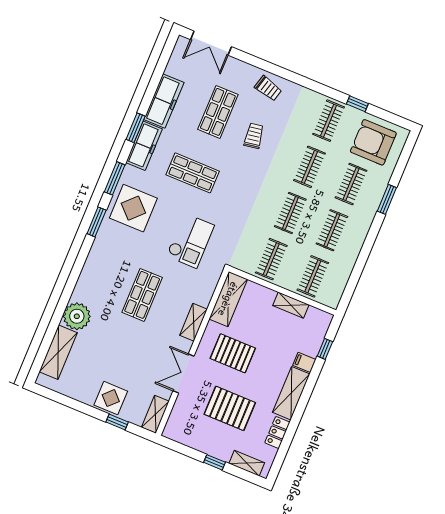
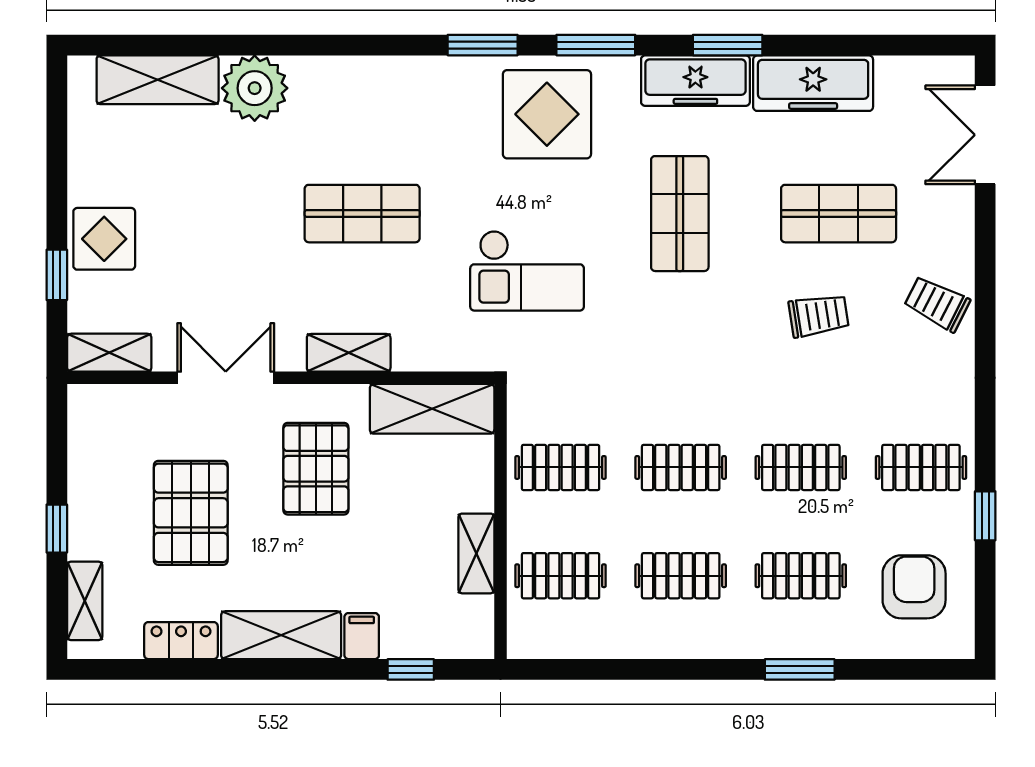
trolley: (268, 88) -> (937, 304), turned 102
armchair: (373, 142) -> (914, 587), width x0.73, depth x0.73

